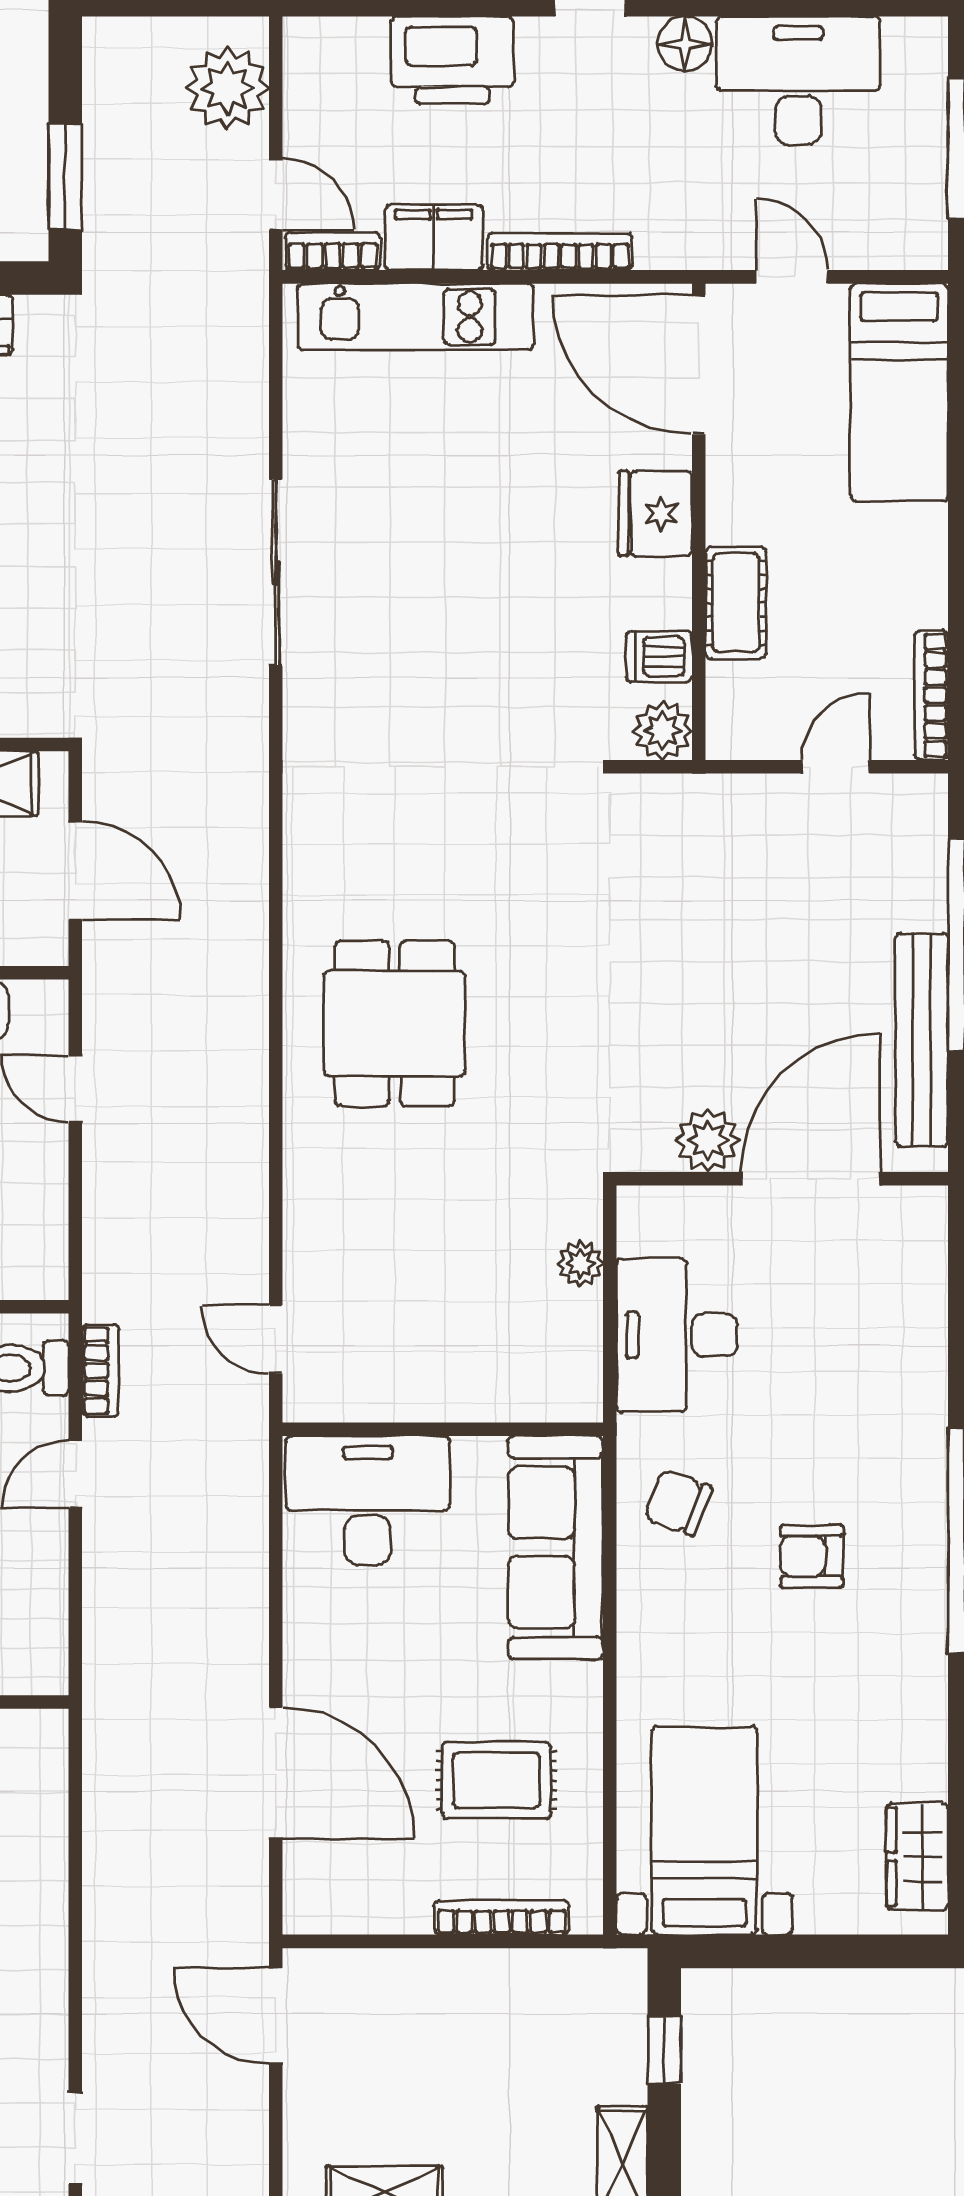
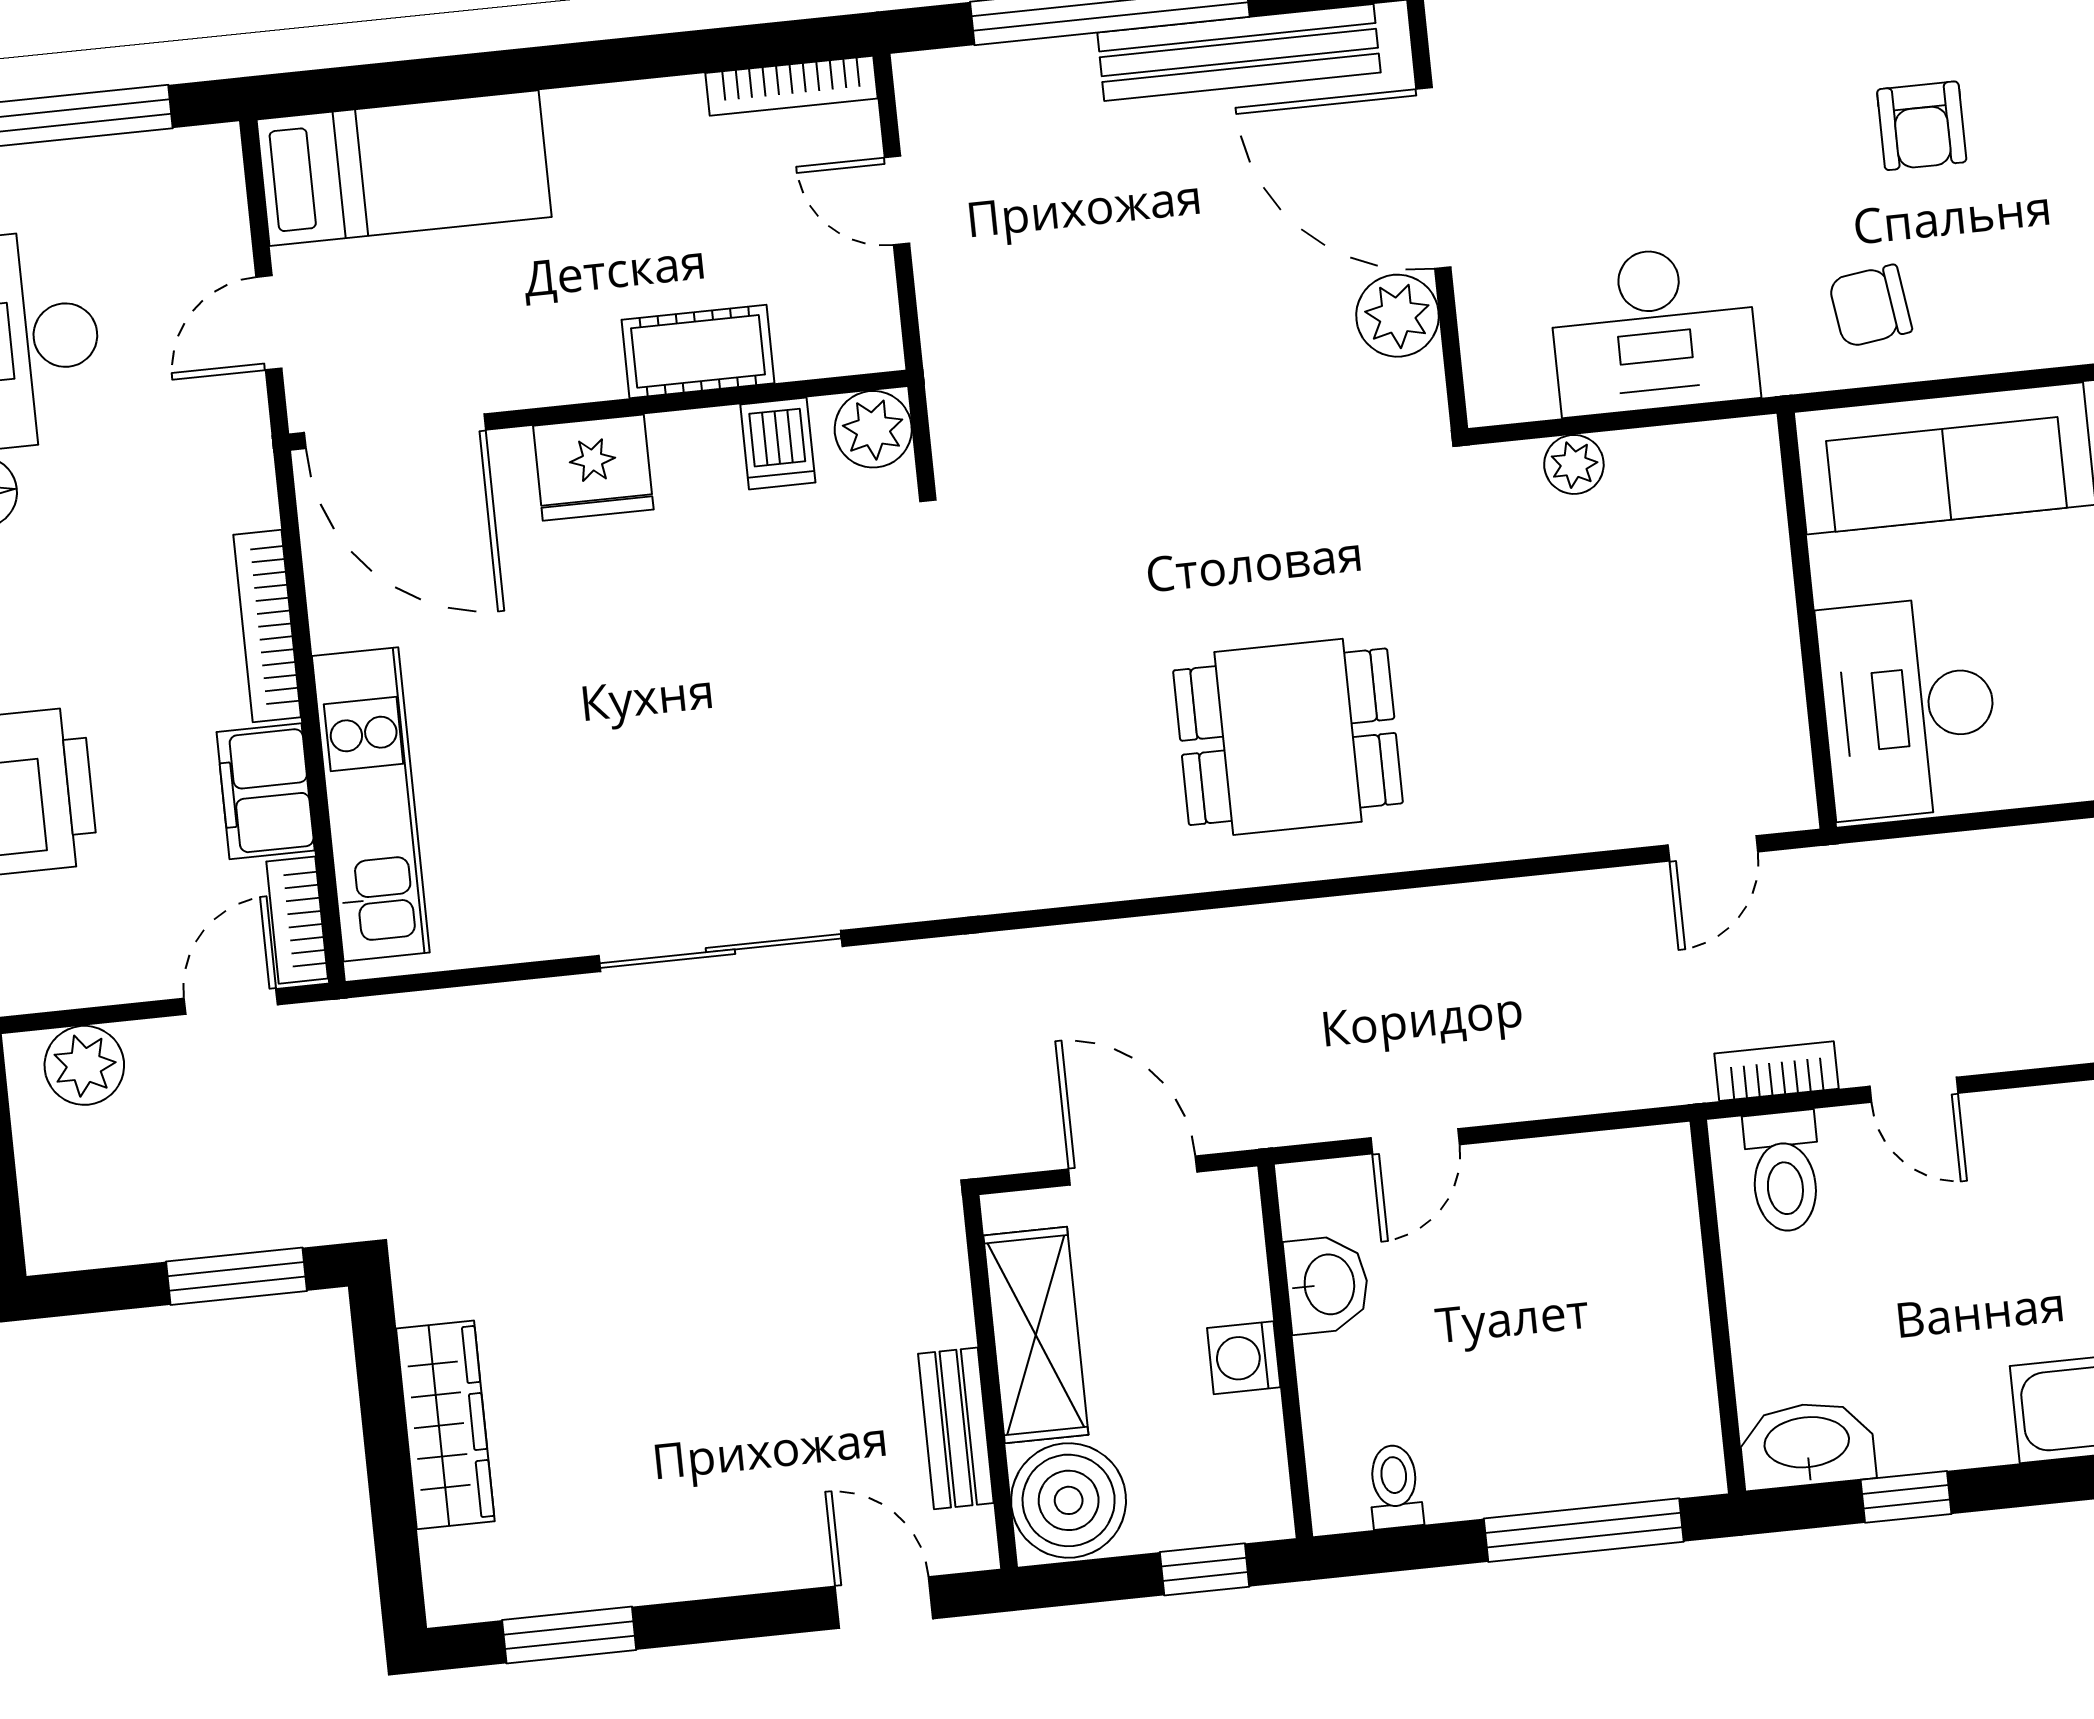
plant: (227, 88) -> (84, 1065), width x0.73, depth x0.73
door: (699, 365) -> (395, 431), hinge flipped
door: (75, 870) -> (1133, 1171), hinge flipped
chair: (678, 1503) -> (1870, 306), turned 62

